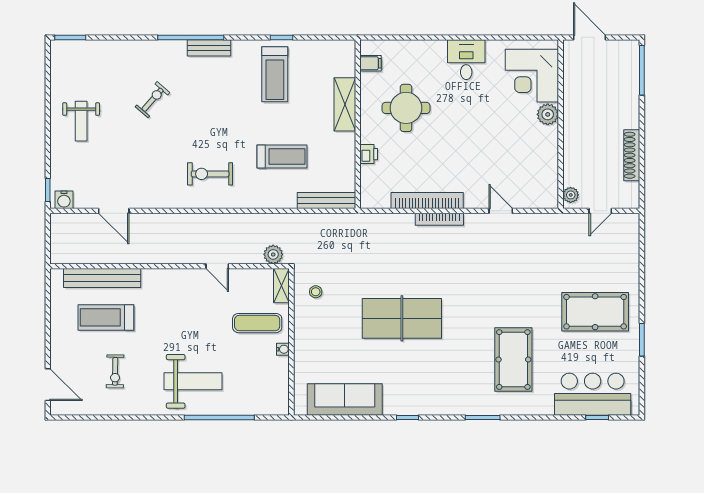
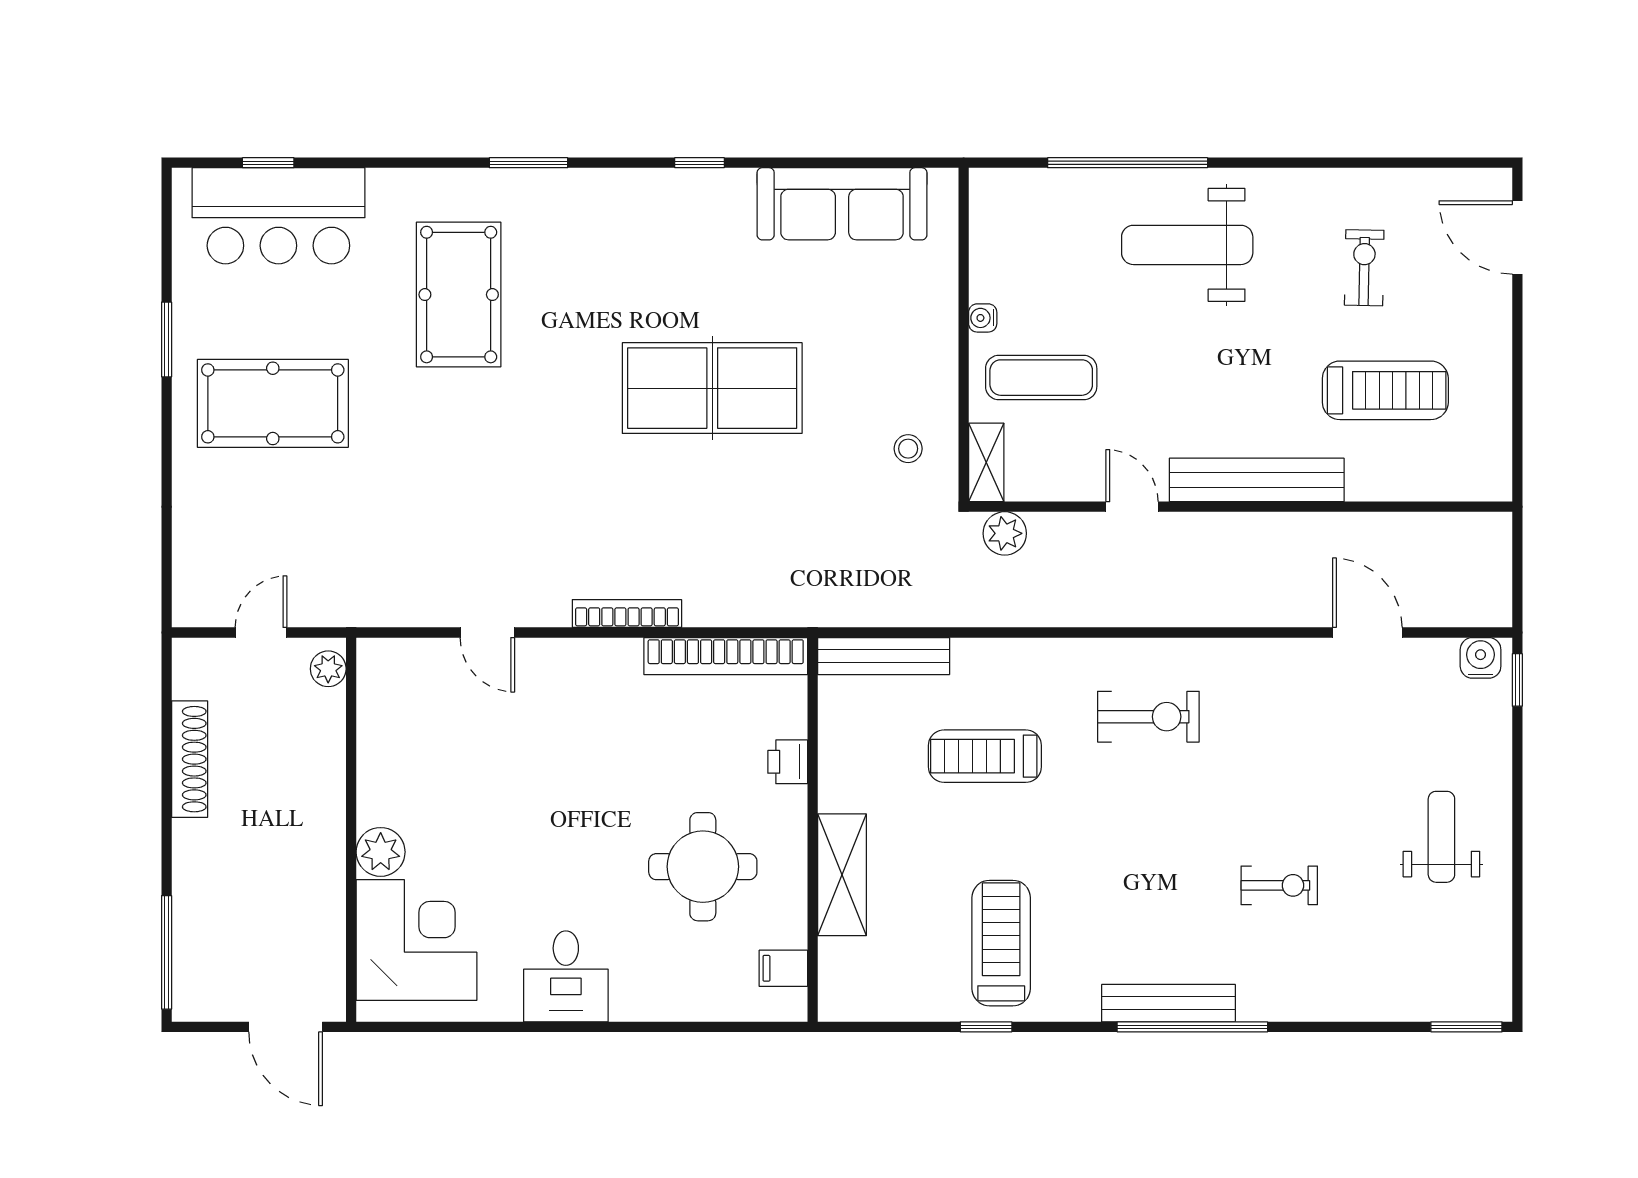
bench: (209, 48) -> (1169, 1003), width x1.36
exercise bike: (152, 100) -> (1279, 885), turned -131
bookcase: (427, 201) -> (726, 656), moved
bench: (102, 278) -> (1257, 480), moved

